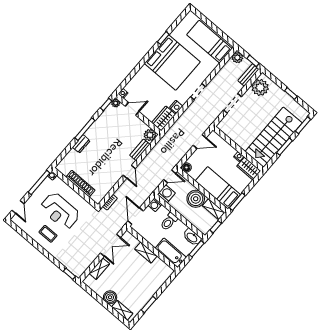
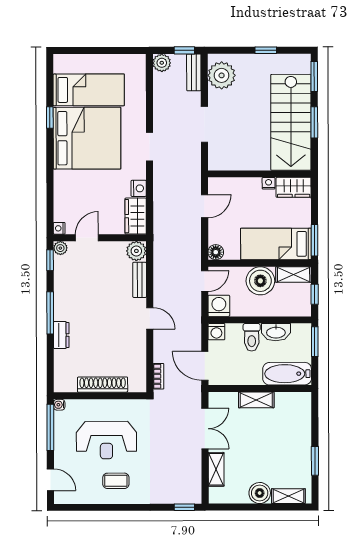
bed: (209, 42) -> (89, 90), moved, turned 180
washbasin: (192, 237) -> (276, 332), moved

